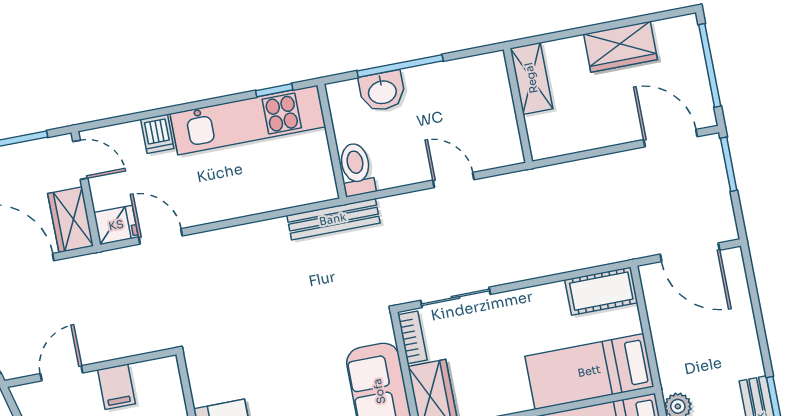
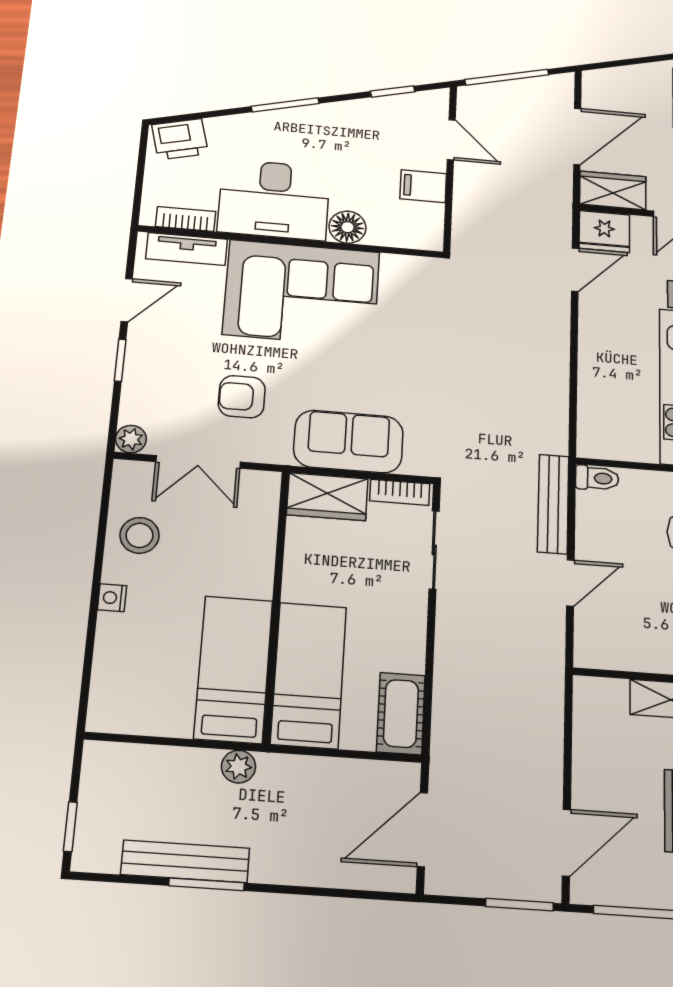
toilet: (356, 169) -> (597, 478), width x0.73, depth x0.72
bench: (333, 219) -> (553, 504), moved
fridge: (116, 225) -> (604, 232), width x1.38

